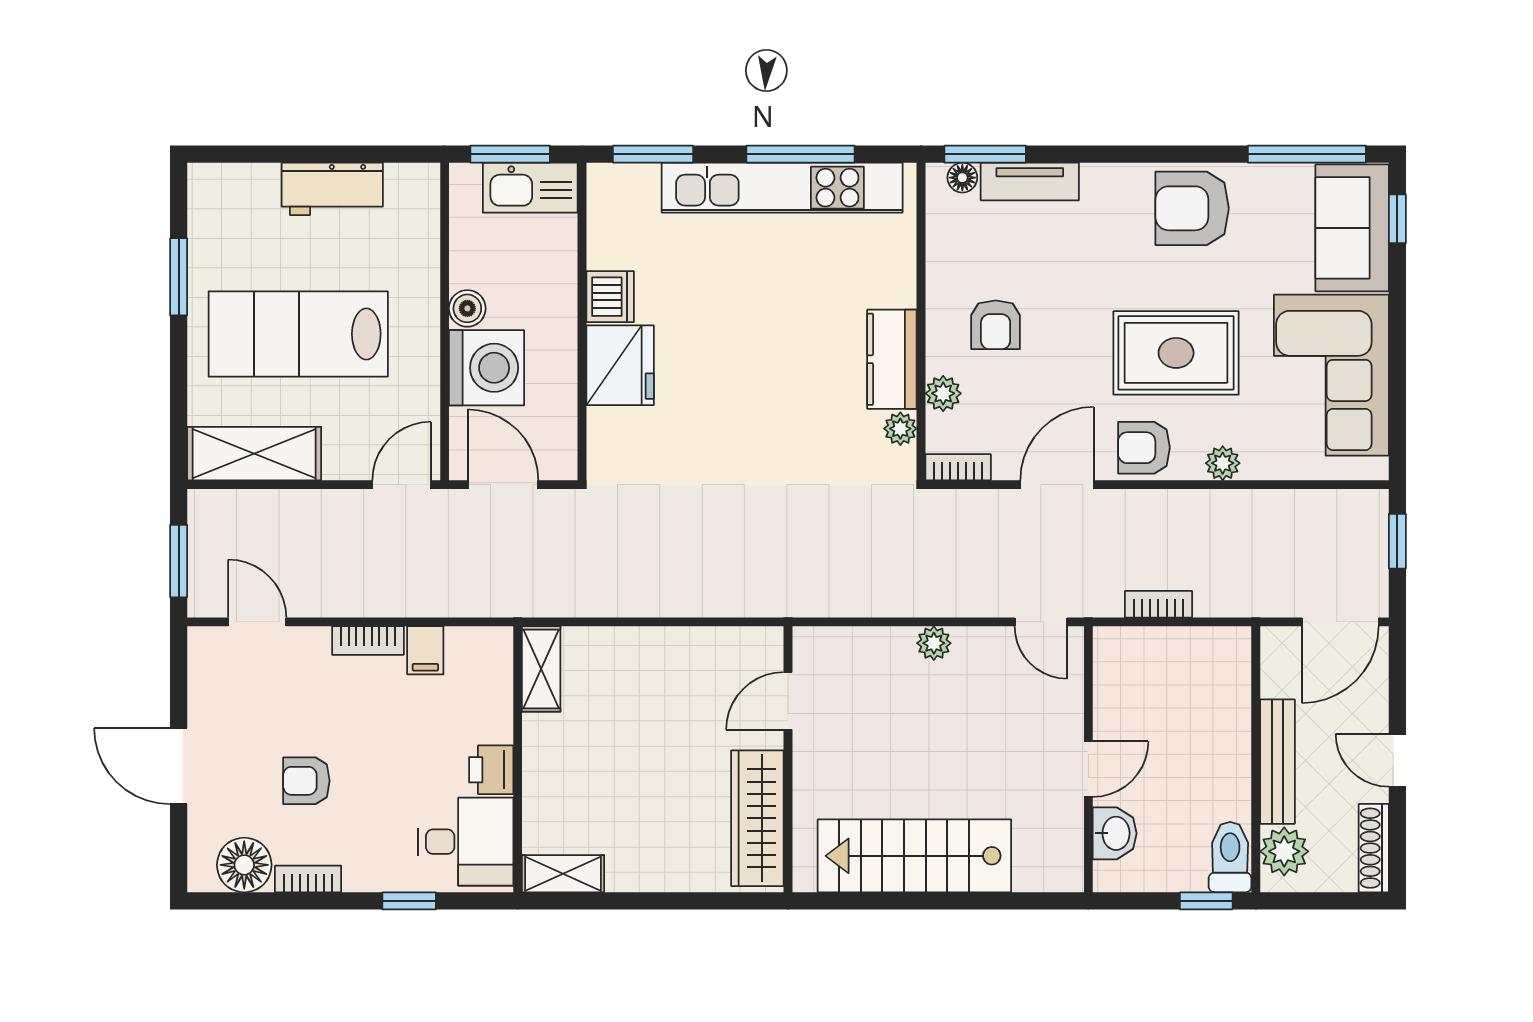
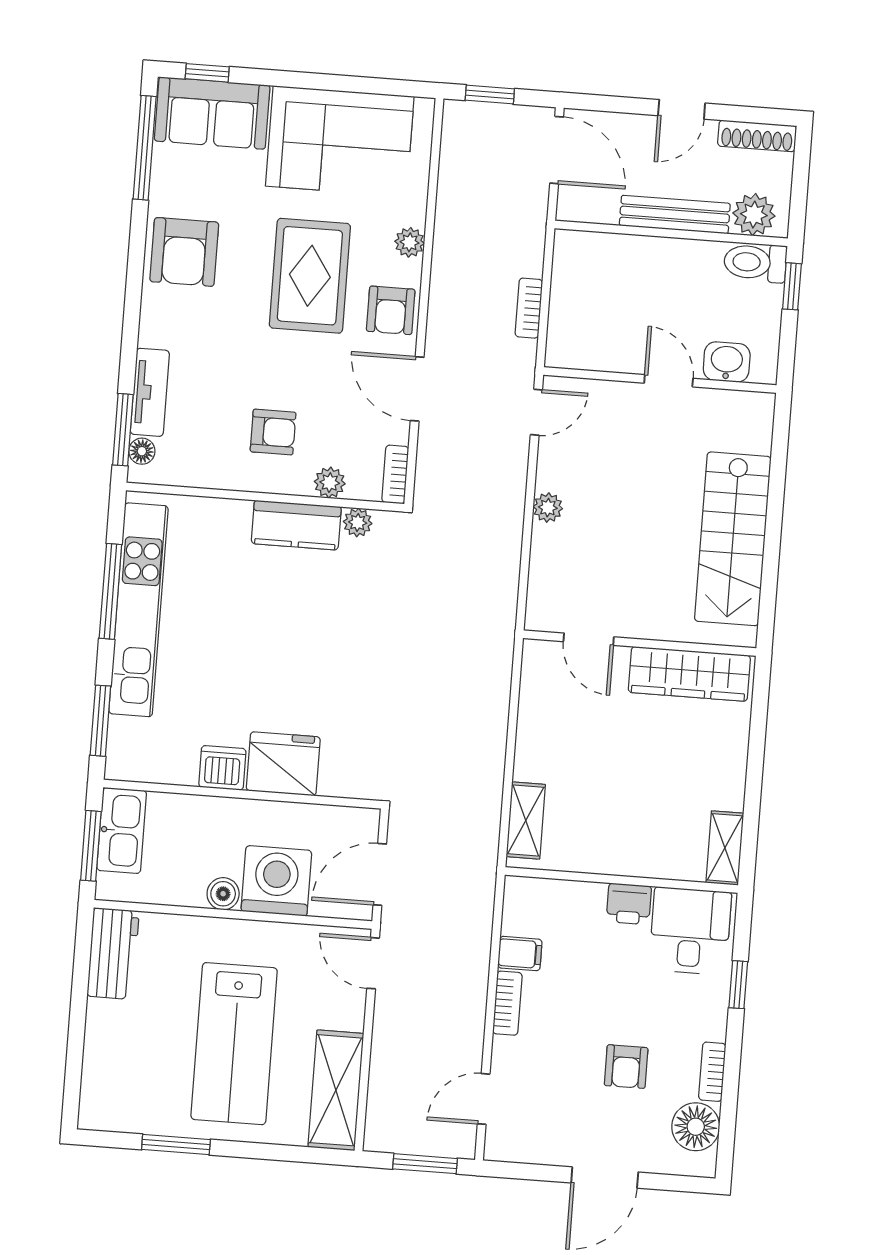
workbench: (332, 189) -> (113, 954), moved
shelving: (541, 669) -> (526, 821), moved, turned 90

